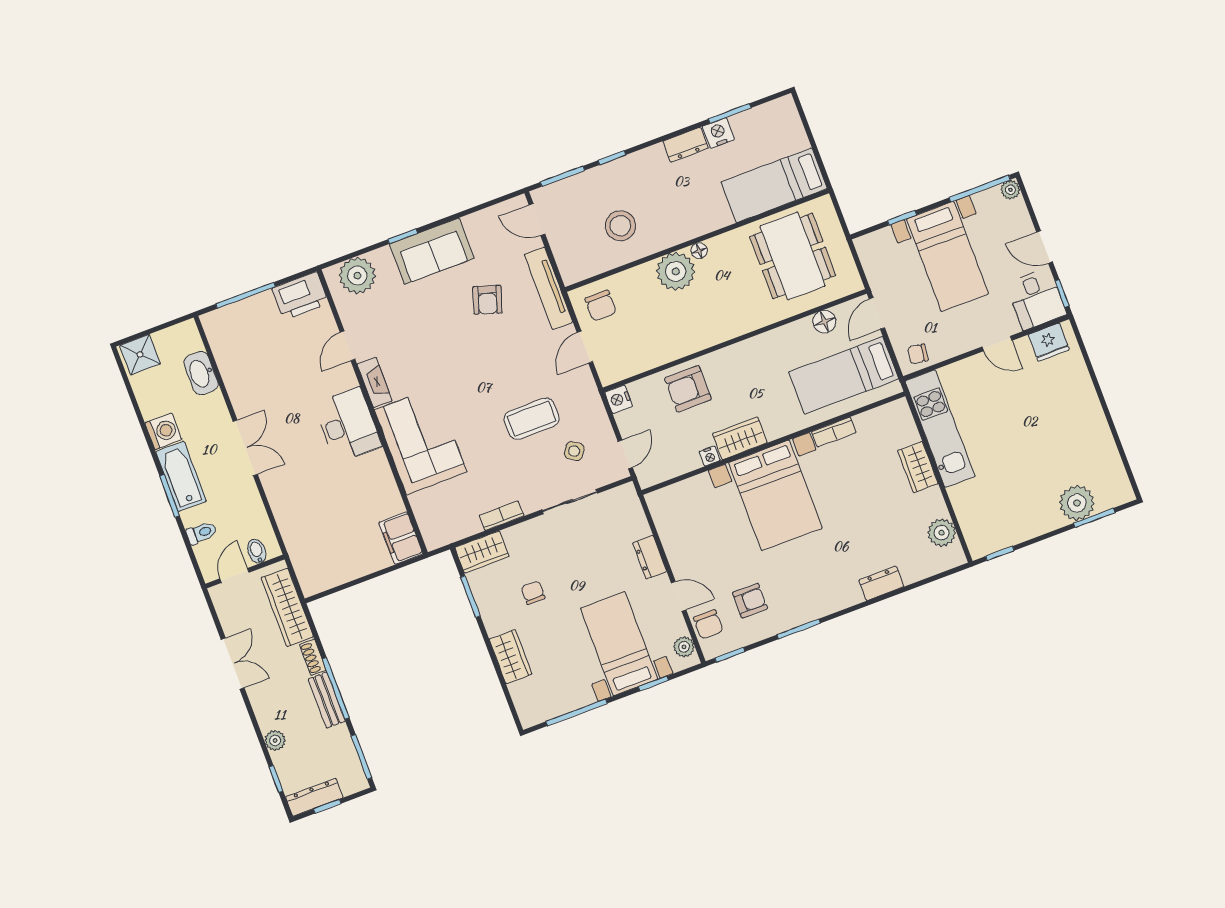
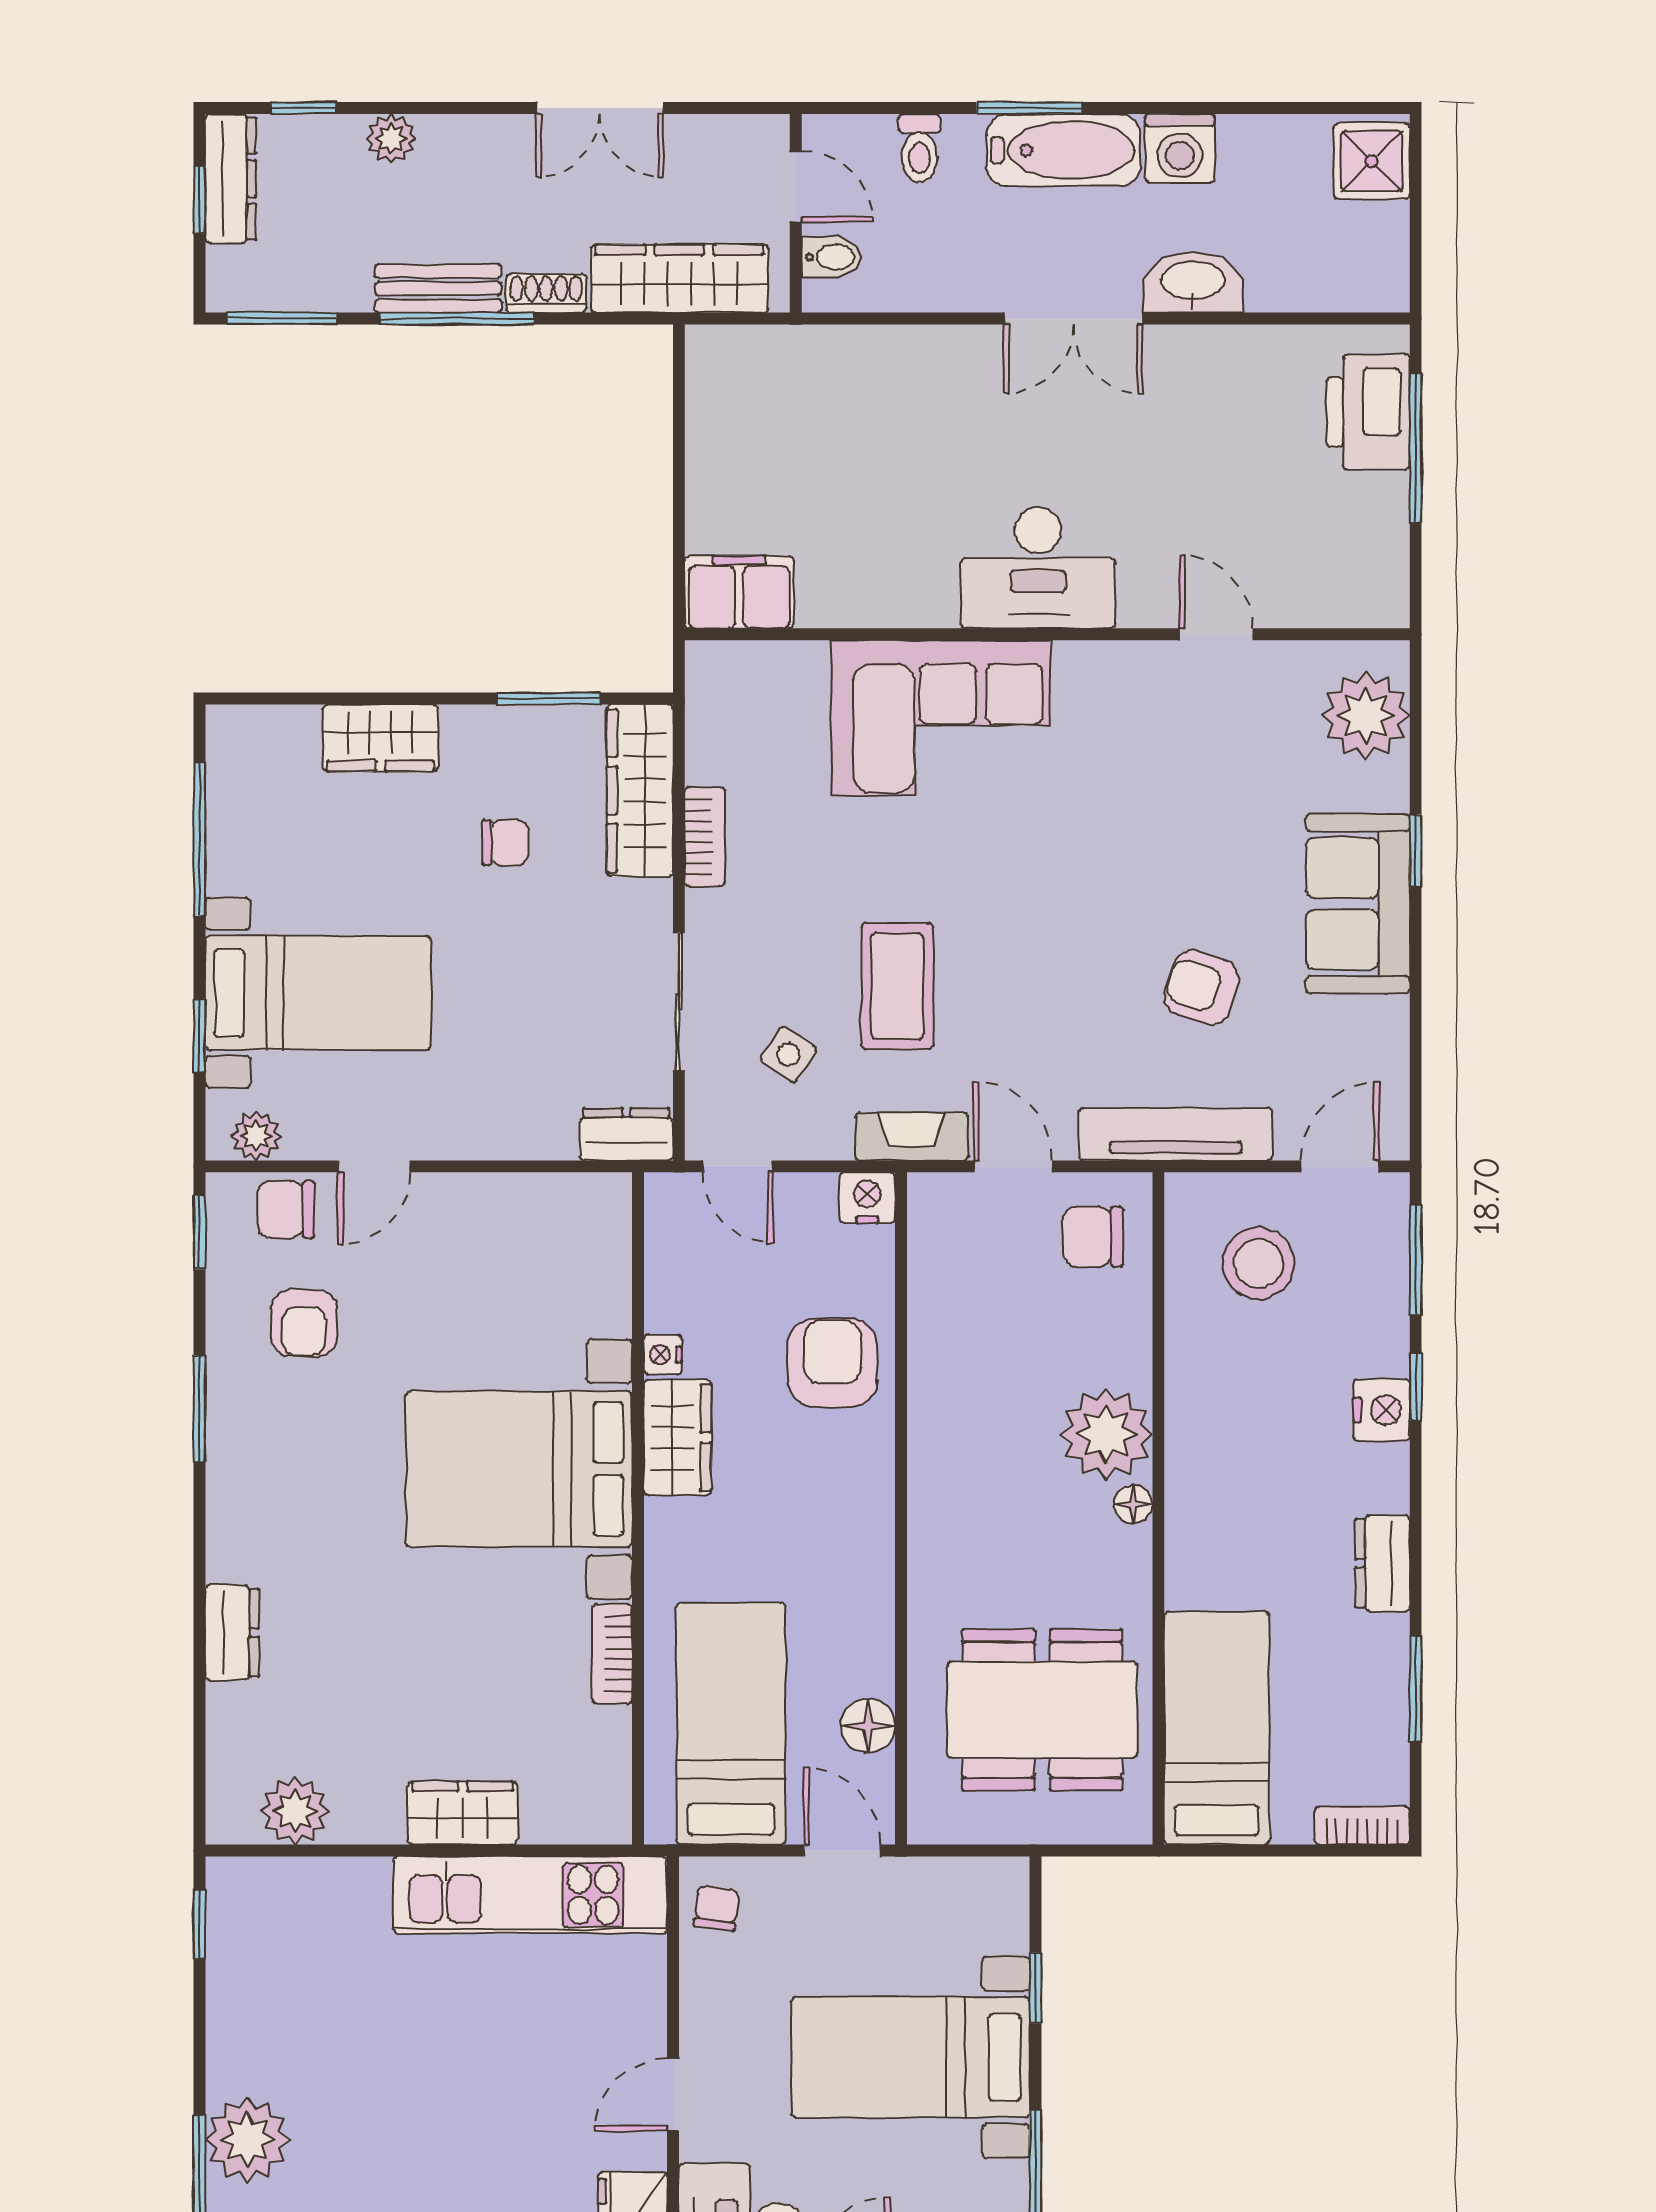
bookcase: (791, 114) -> (1362, 1826), added
nightstand: (718, 133) -> (1381, 1410), moved
stool: (620, 226) -> (1258, 1263), moved
printer: (300, 296) -> (1368, 412), moved
washbasin: (201, 373) -> (1193, 282), moved
fireplace: (375, 382) -> (912, 1136), moved, turned 180
wardrobe: (482, 552) -> (640, 790), width x1.50
dresser: (650, 557) -> (626, 1134), moved

